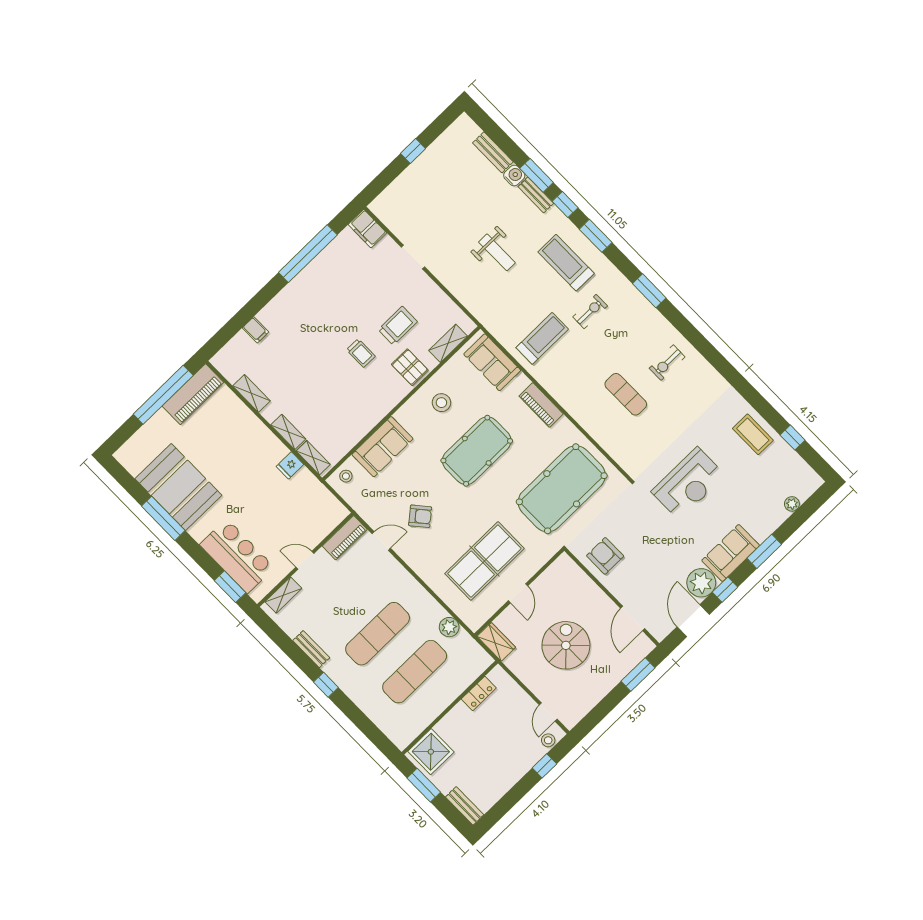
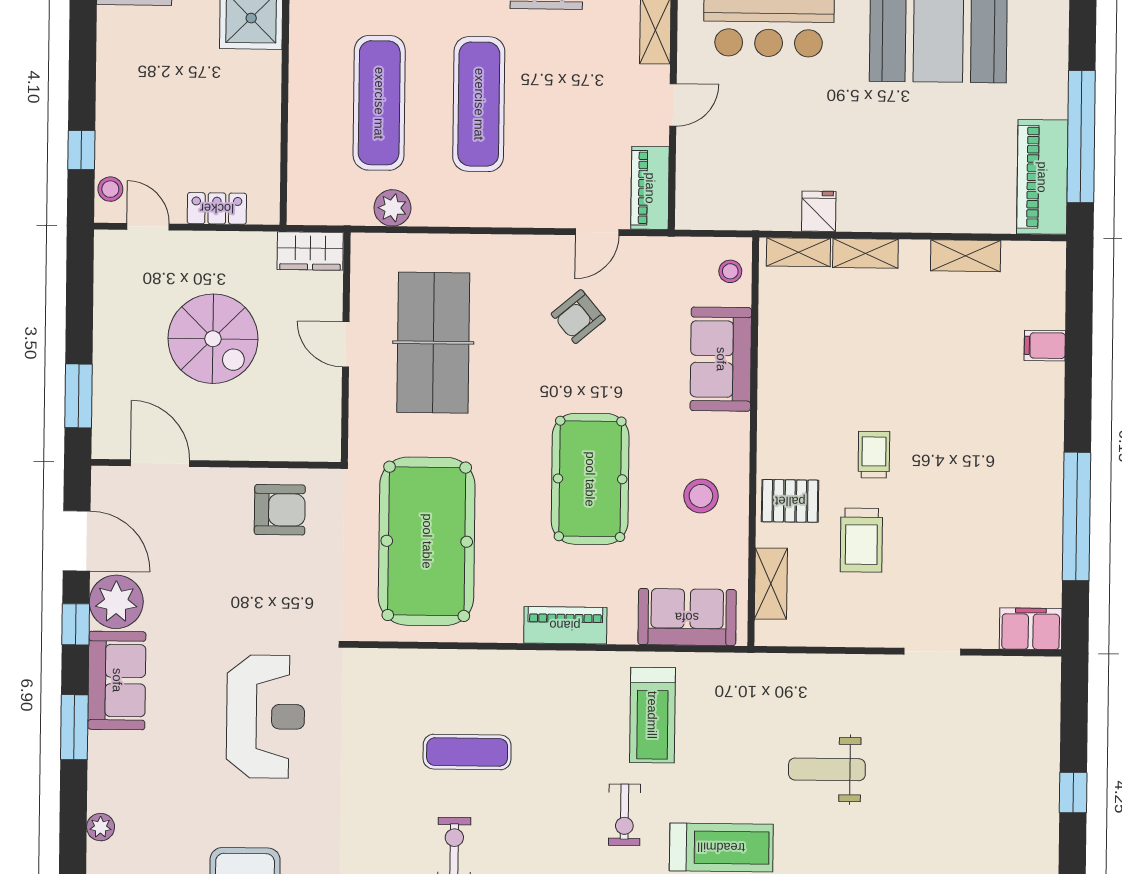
trolley: (361, 353) -> (874, 455), turned 90
reception desk: (688, 483) -> (266, 717), turned 180
locker: (479, 693) -> (217, 208), moved, turned 90

